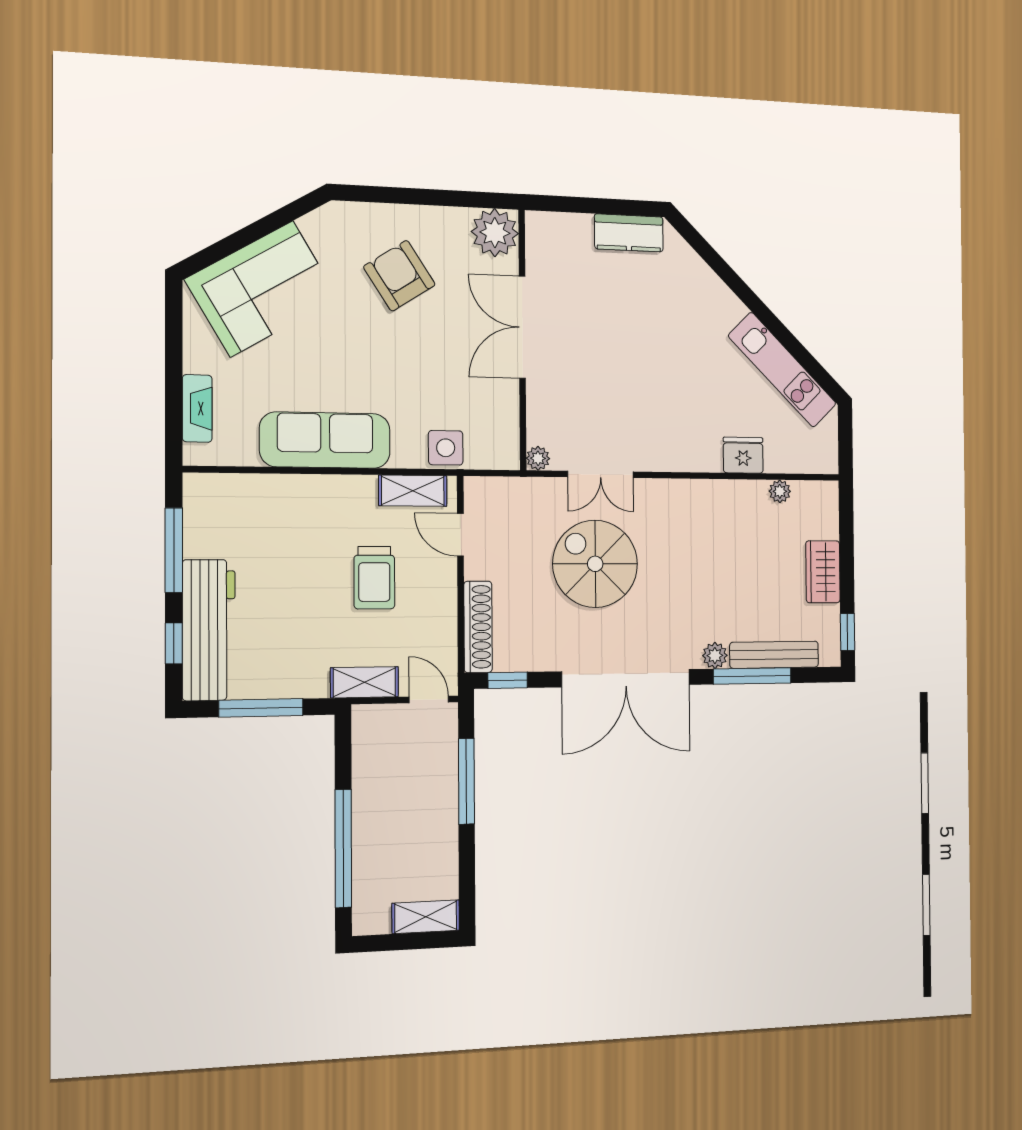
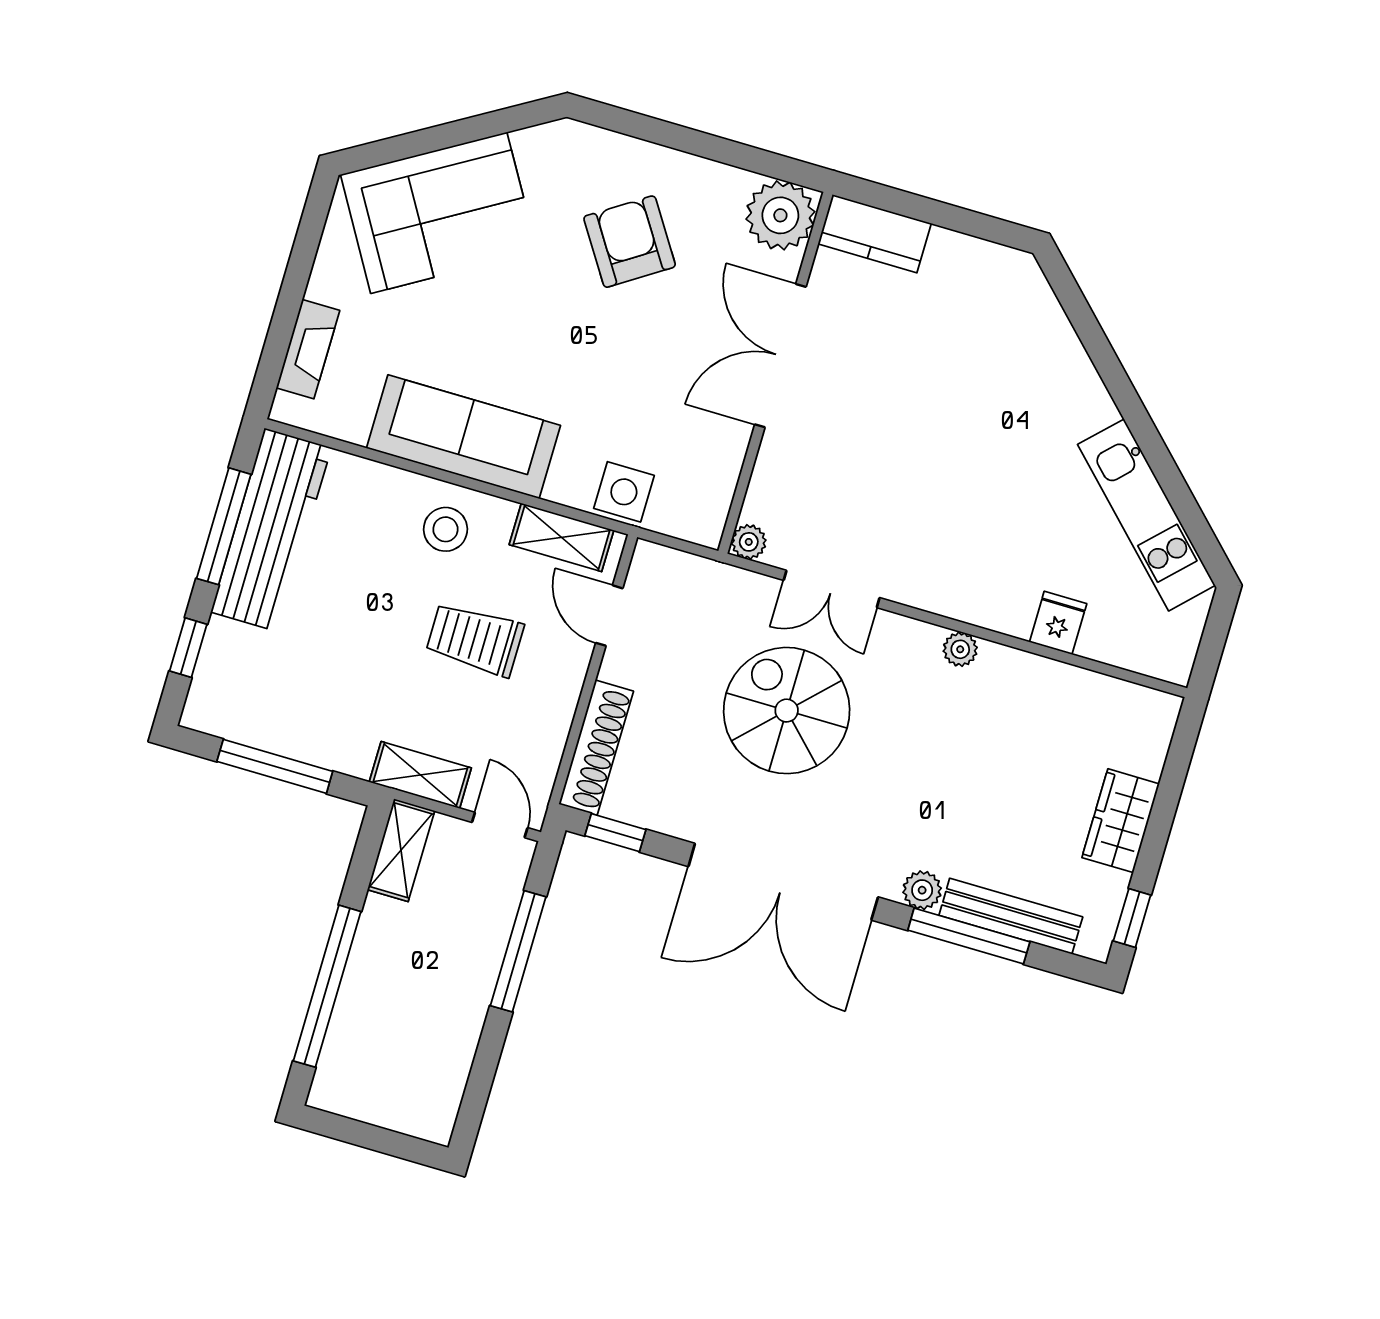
kitchen counter: (629, 233) -> (875, 234), moved
fridge: (743, 455) -> (1058, 623), width x0.72
plant: (780, 491) -> (960, 649), moved
stool: (332, 508) -> (445, 529), added
trolley: (374, 578) -> (475, 639), turned 90
workbench: (209, 630) -> (271, 530), moved
shelving: (426, 917) -> (401, 850), moved, turned 90

